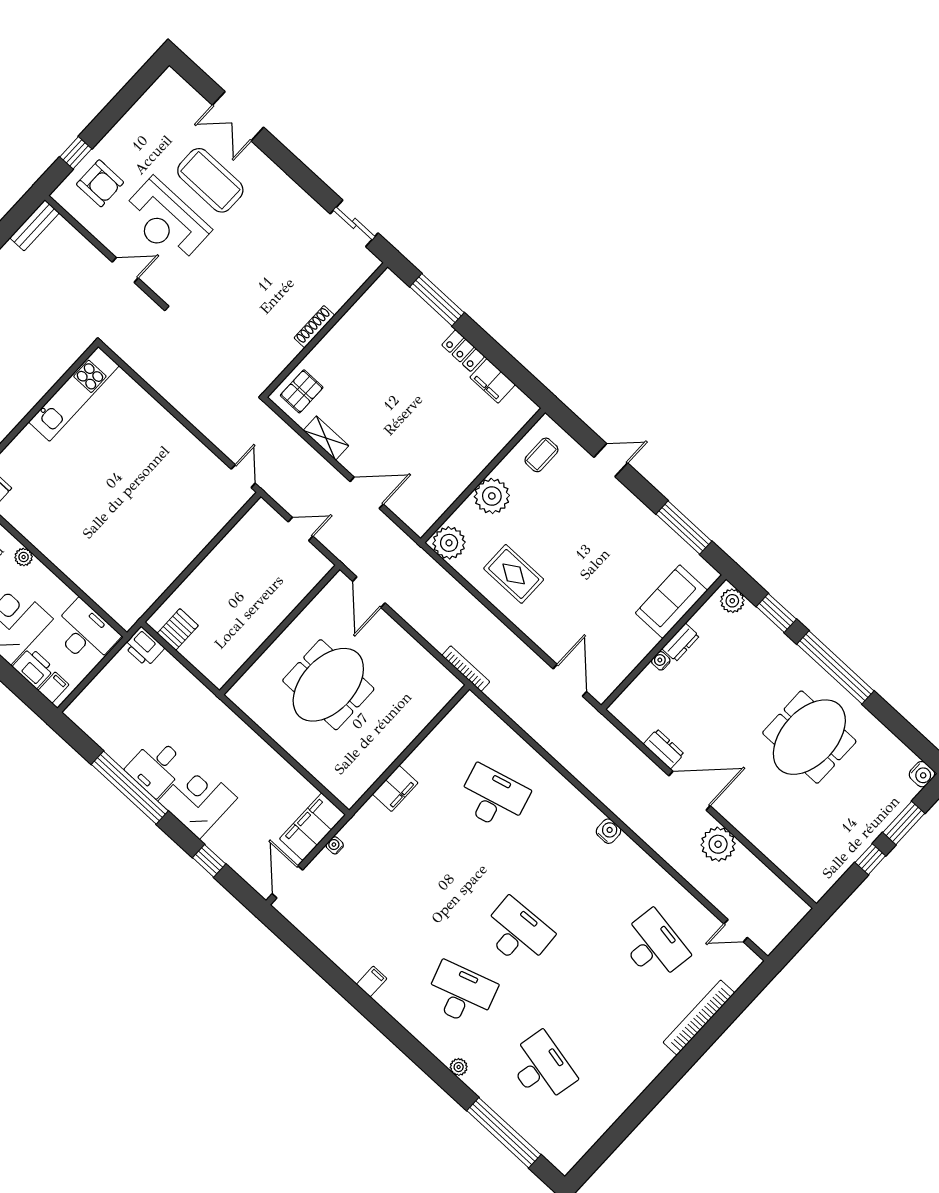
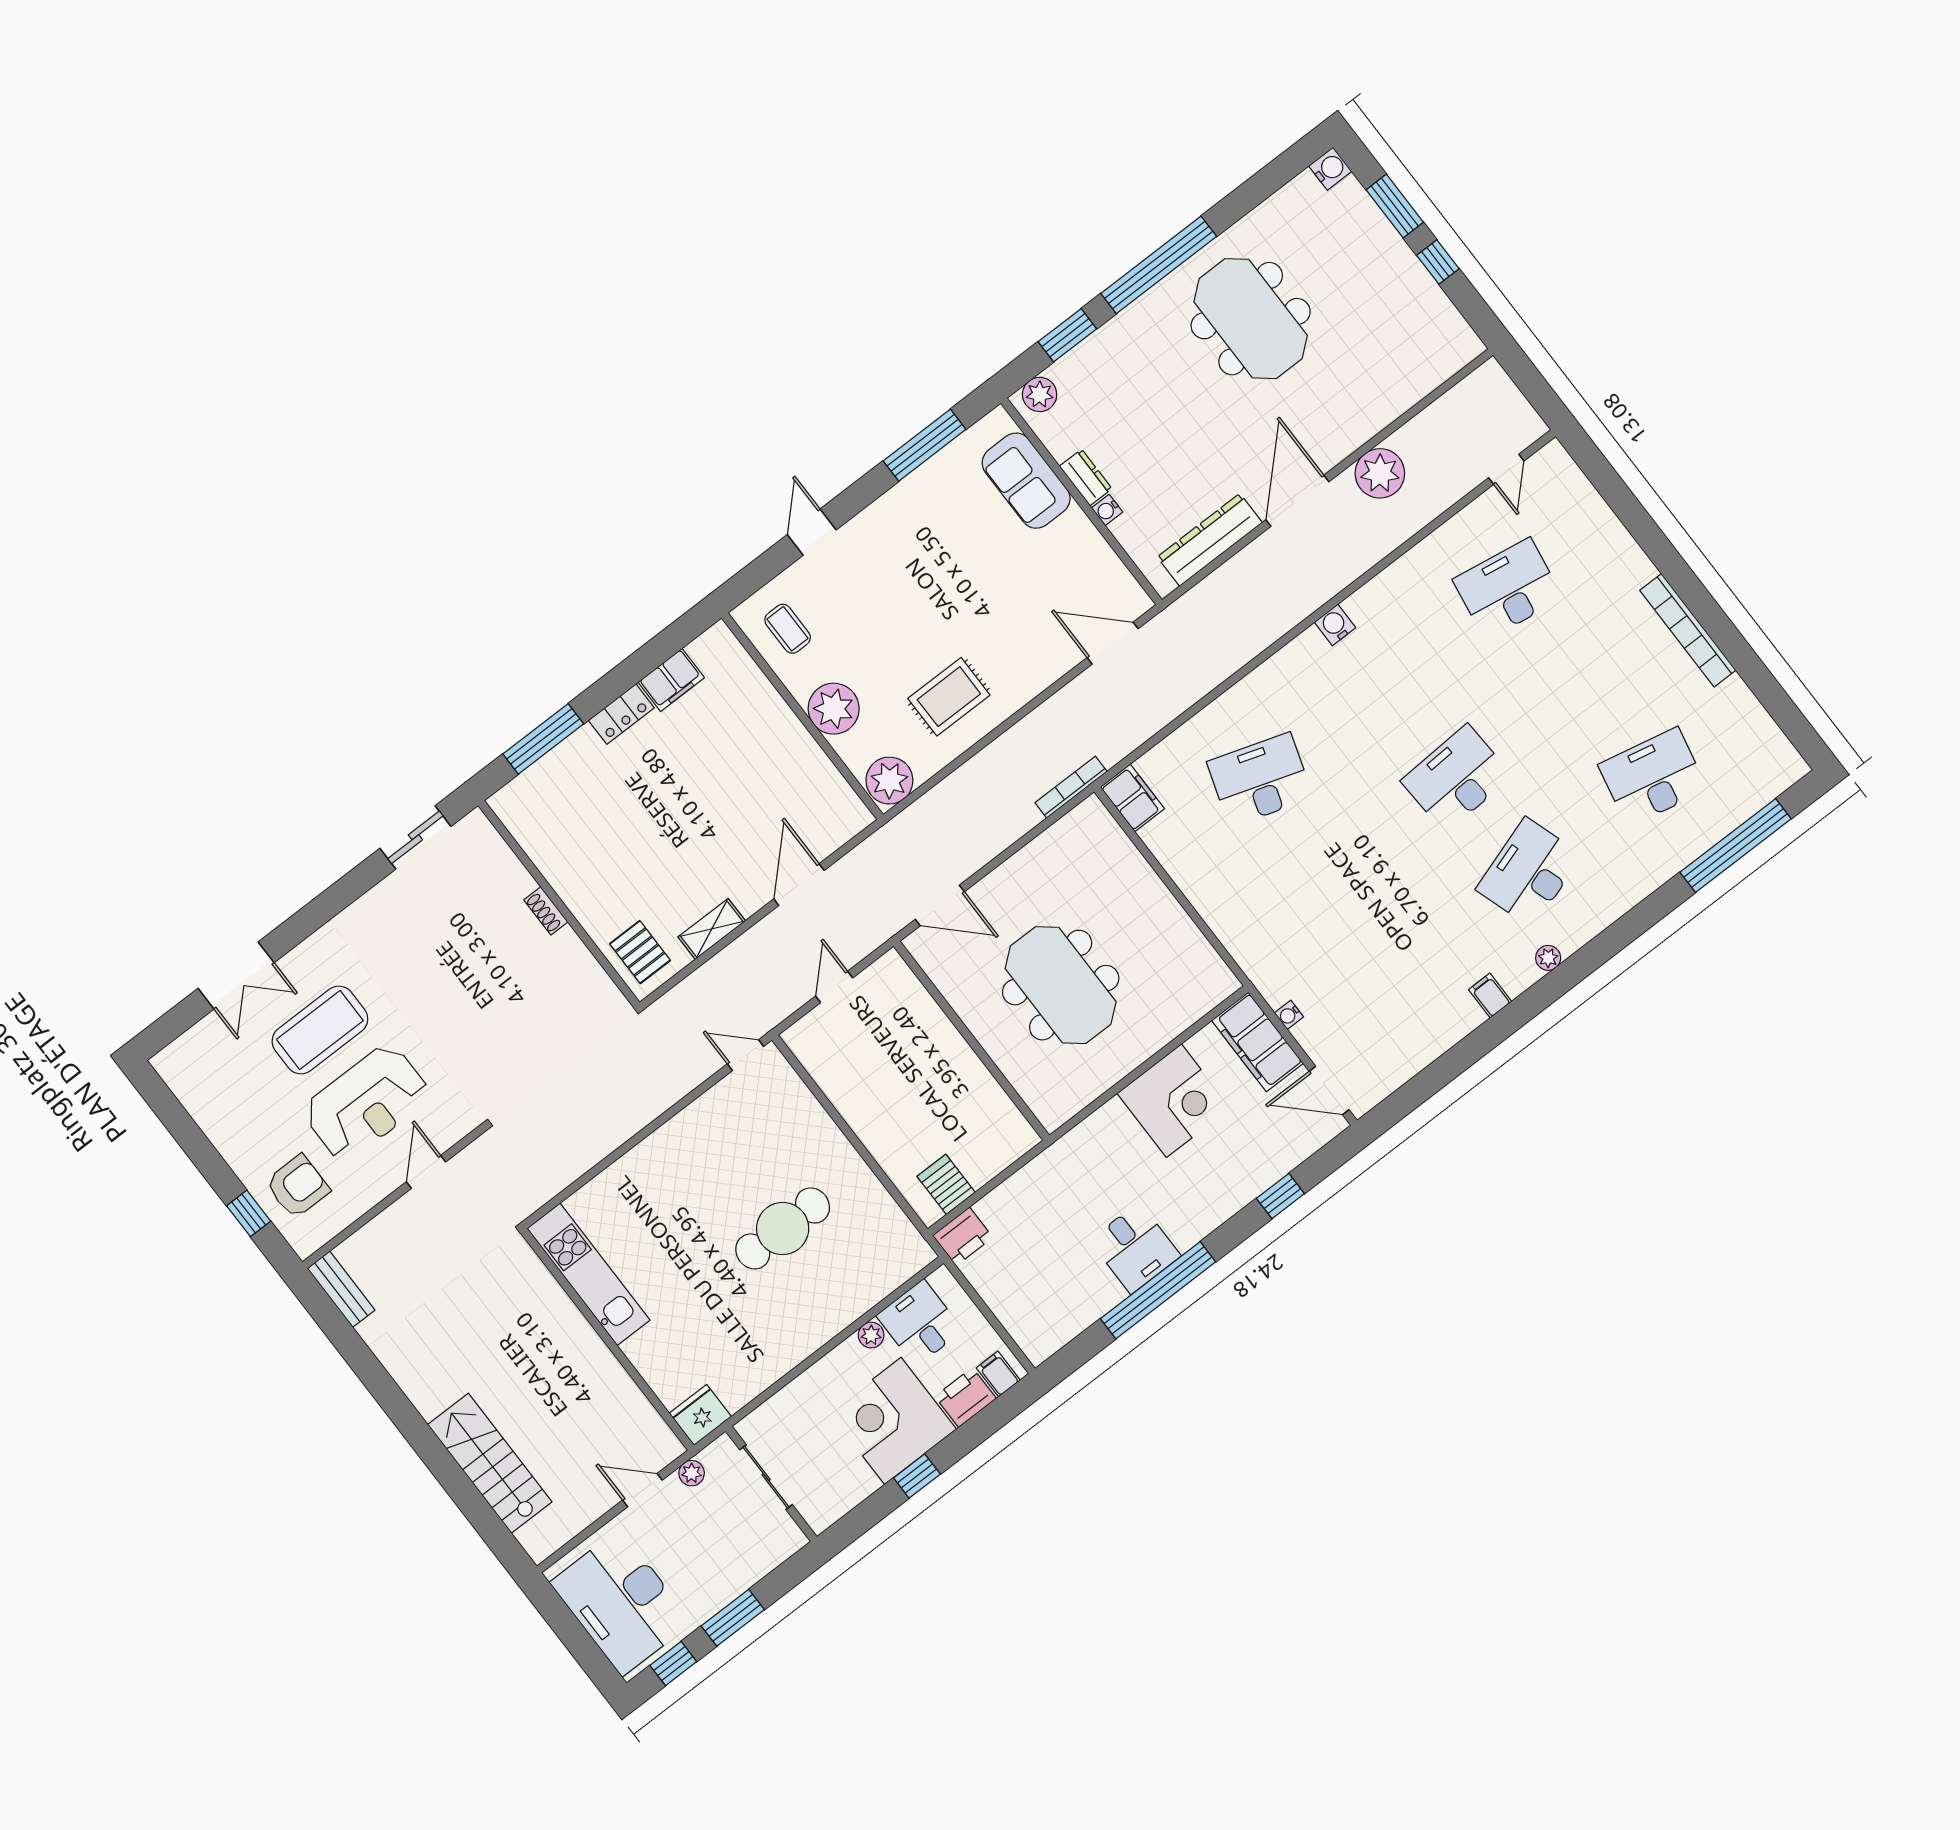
shoe rack: (314, 327) -> (546, 911), width x0.70
cafe table: (128, 522) -> (783, 1228), added
plant: (24, 557) -> (871, 1335), moved
desk: (85, 633) -> (920, 1323), width x0.73
dresser: (664, 749) -> (1210, 540), width x1.96, depth x1.24
filing cabinet: (395, 788) -> (1132, 798), moved
desk: (493, 798) -> (1260, 780), turned 33
corner desk: (198, 799) -> (1174, 1101), moved, turned 180
bookcase: (699, 1018) -> (1688, 630), moved
plant: (459, 1067) -> (1548, 958), moved

